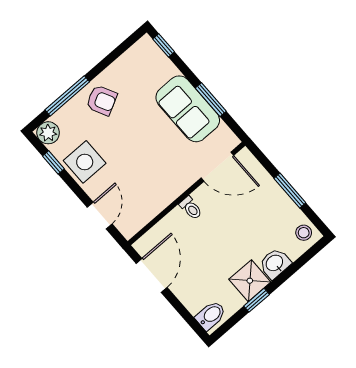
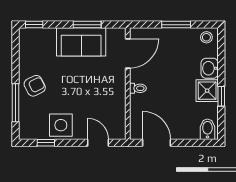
plant: (48, 133) -> (27, 131), removed

